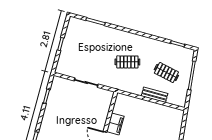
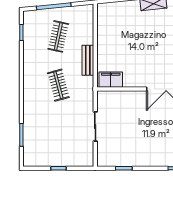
bench: (155, 95) -> (88, 60), moved
filing cabinet: (115, 124) -> (111, 80), moved

